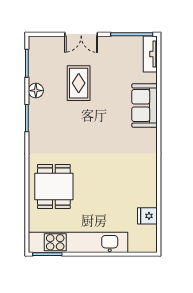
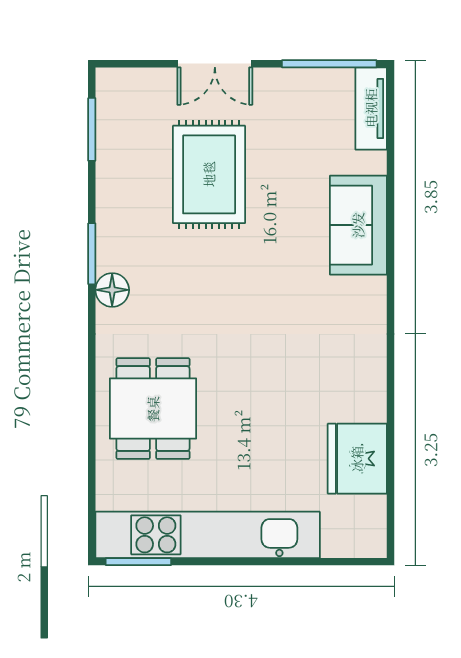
rug: (79, 83) -> (209, 174), width x1.36, depth x1.43
floor lamp: (36, 91) -> (112, 290), moved
fridge: (147, 216) -> (357, 459), width x1.88, depth x1.34

